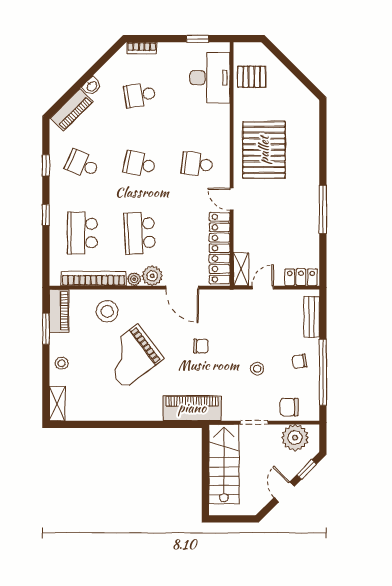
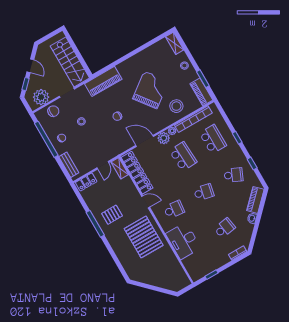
pallet: (252, 77) -> (112, 215), moved
desk: (210, 78) -> (183, 241), moved

